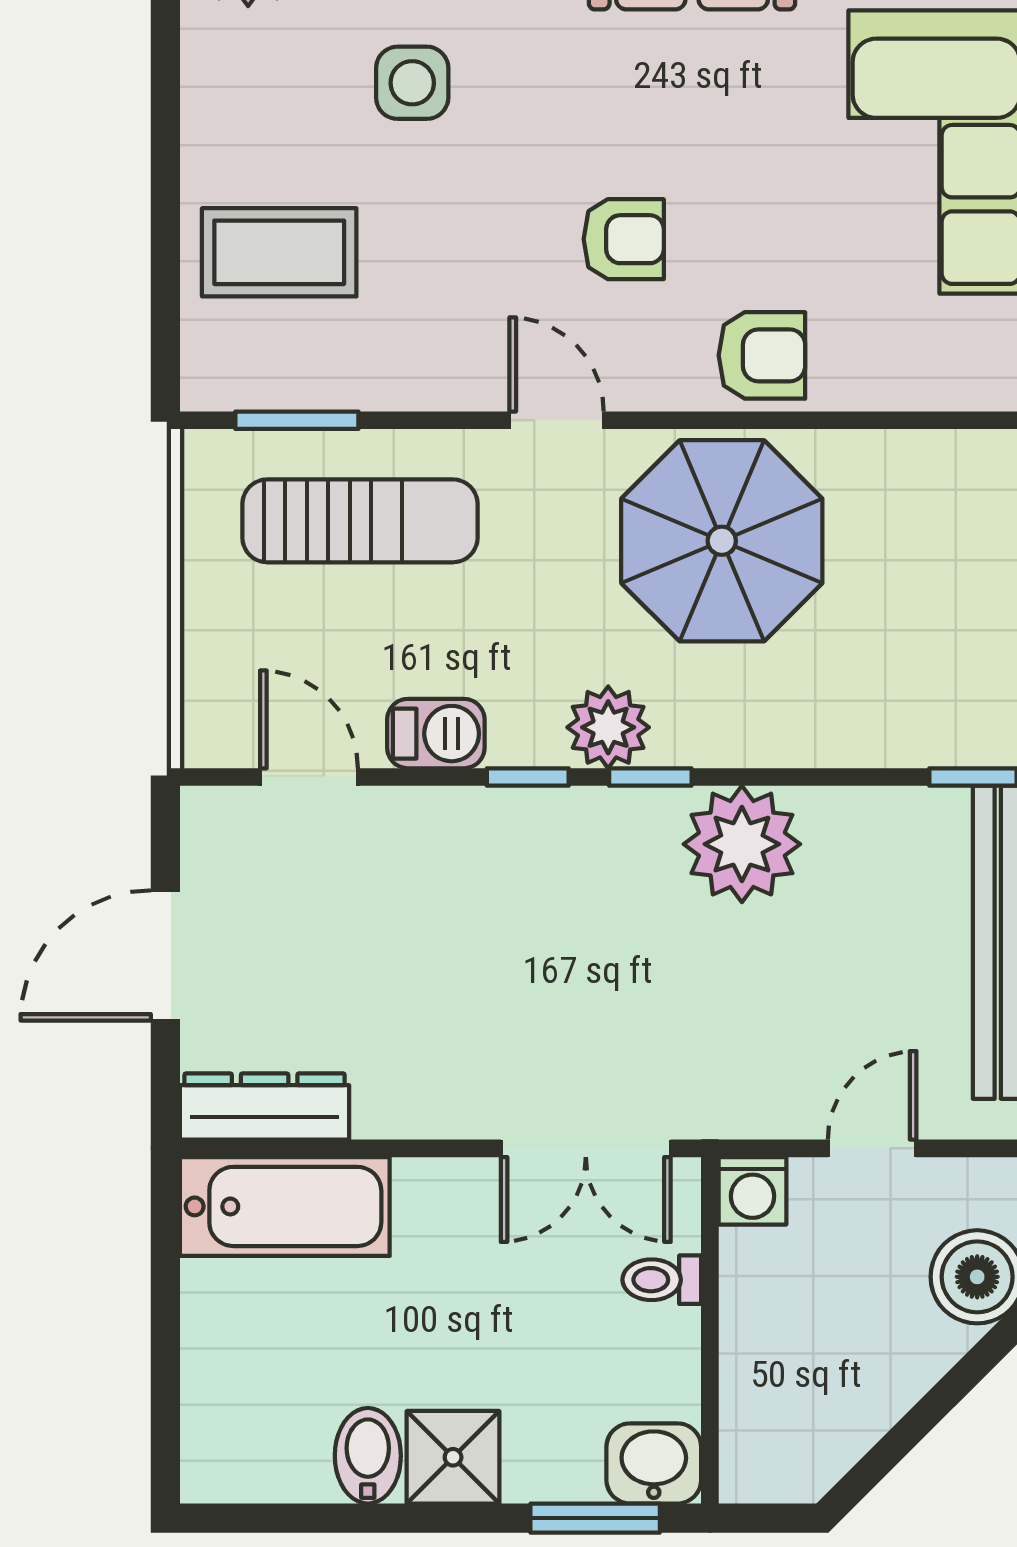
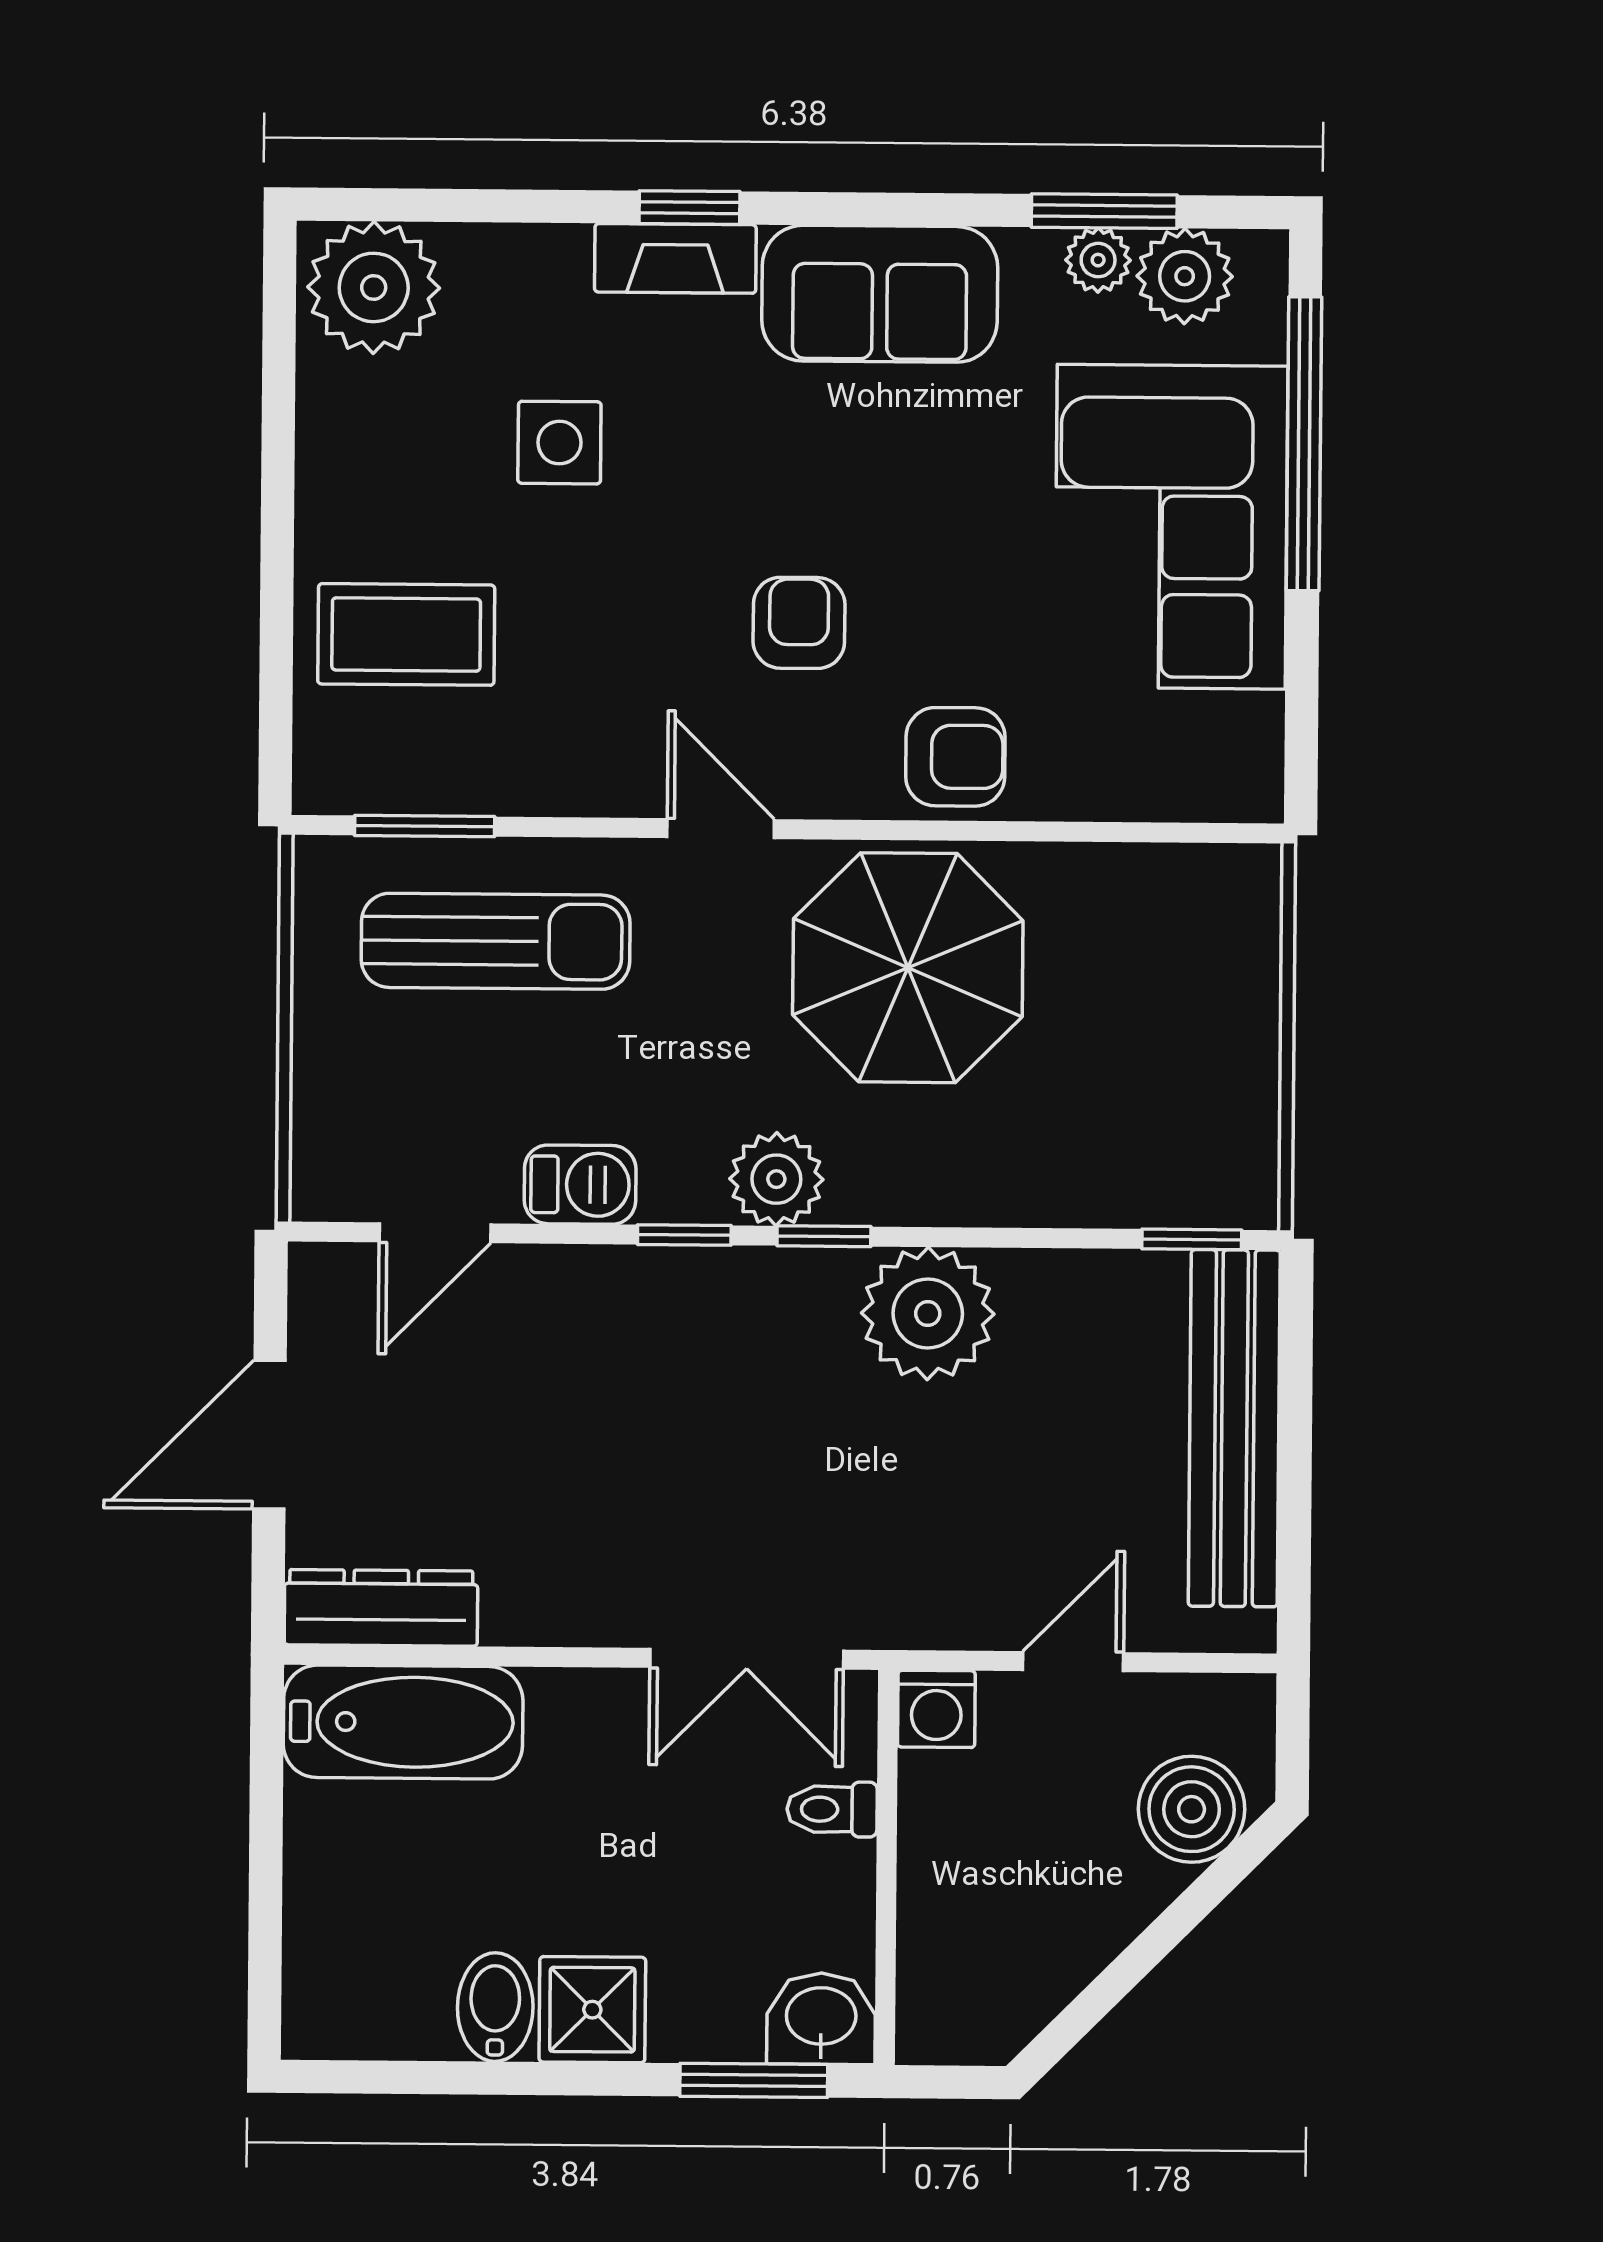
armchair: (624, 239) -> (799, 623), turned -90
door: (309, 777) -> (435, 1233), swing flipped

